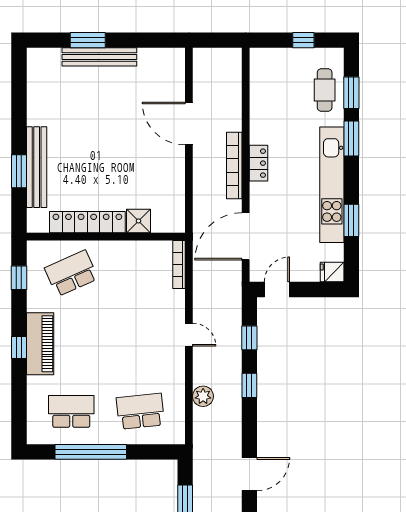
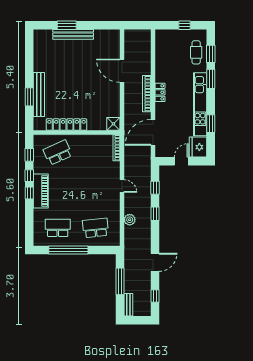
shower: (138, 221) -> (113, 124), moved
fridge: (332, 272) -> (198, 147), width x1.88, depth x1.34
door: (277, 289) -> (181, 161), moved
window: (19, 316) -> (29, 176), added

